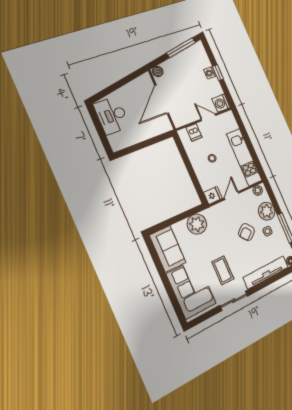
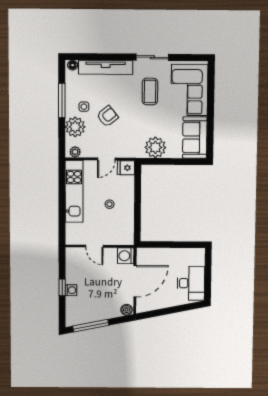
washing machine: (221, 103) -> (126, 256), moved, turned 180
dishwasher: (194, 132) -> (117, 237), removed

